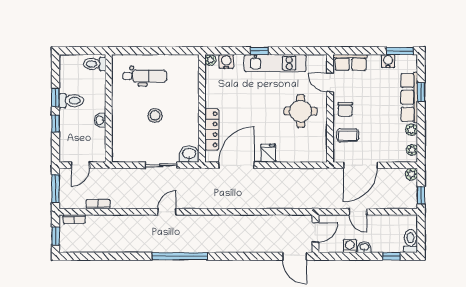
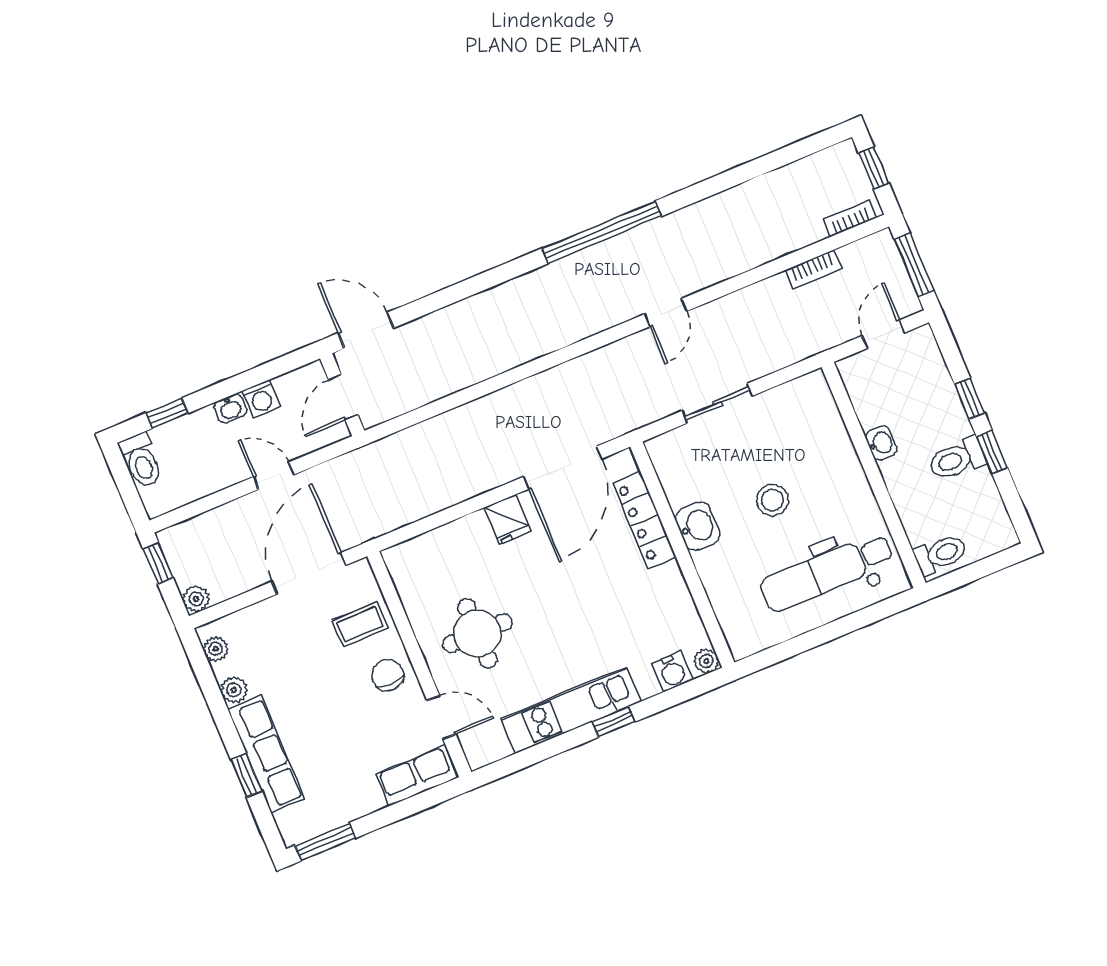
water cooler: (388, 61) -> (341, 811), removed
dental chair: (145, 76) -> (827, 572), width x1.36, depth x1.38
washbasin: (189, 154) -> (698, 526), moved, turned -90

